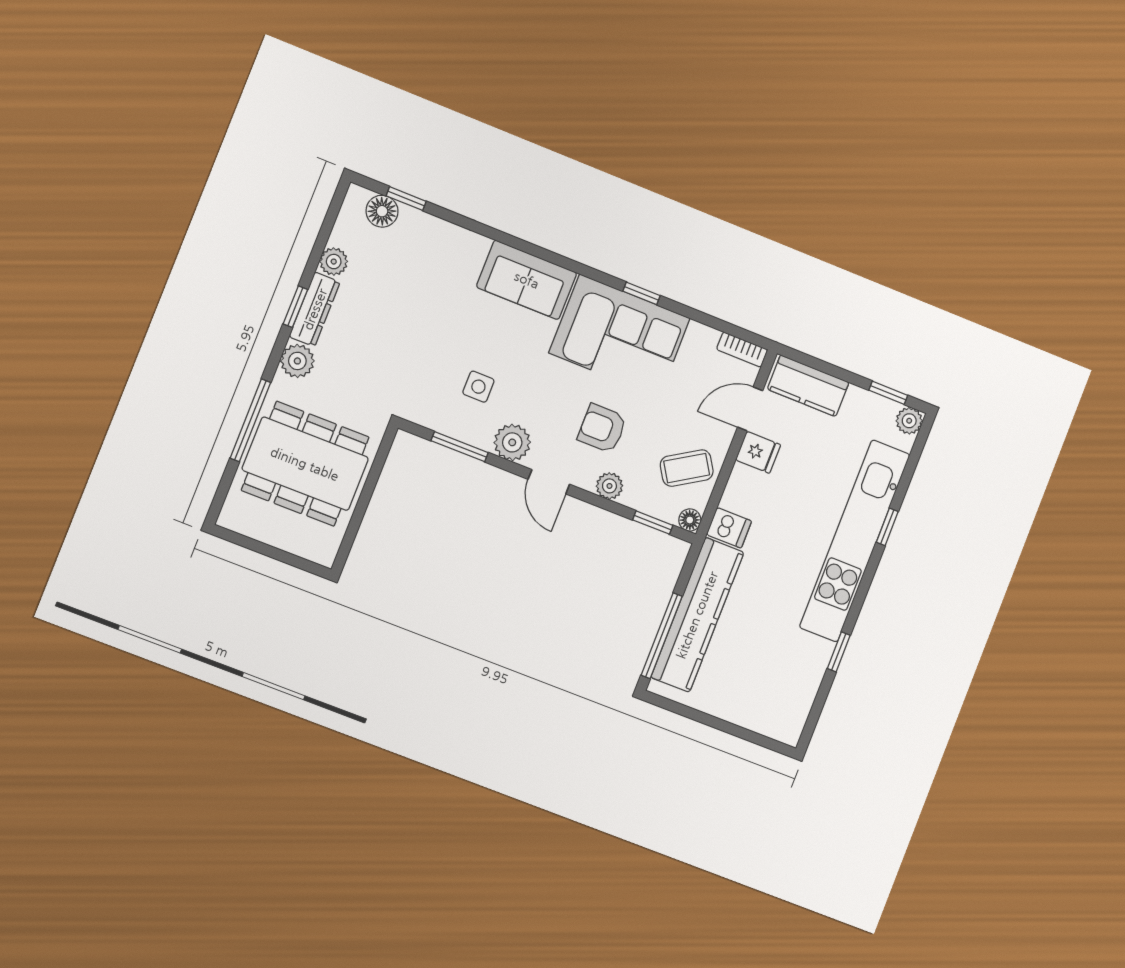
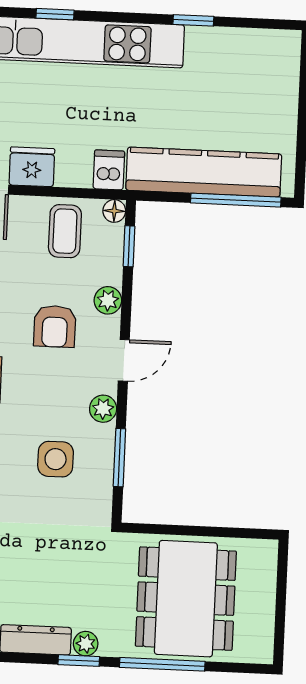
window: (295, 307) -> (79, 661), moved
plant: (297, 361) -> (86, 644), width x0.73, depth x0.73
side table: (478, 387) -> (56, 459), width x1.37, depth x1.37
plant: (512, 442) -> (103, 409), width x0.73, depth x0.73
fridge: (758, 452) -> (32, 167), width x1.38
coffee table: (687, 468) -> (65, 231), turned 32

